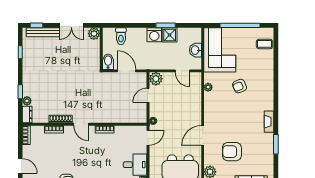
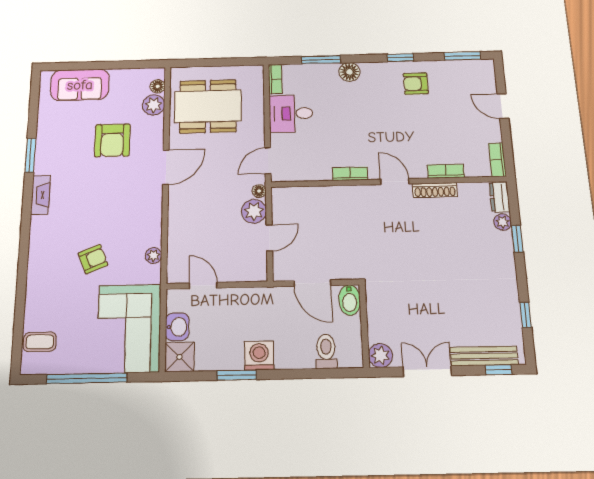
shower: (170, 35) -> (180, 357), moved
plant: (156, 79) -> (254, 211), moved
armchair: (232, 152) -> (112, 140), turned 90

